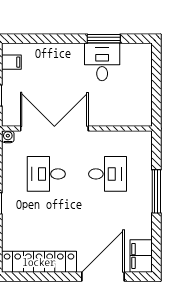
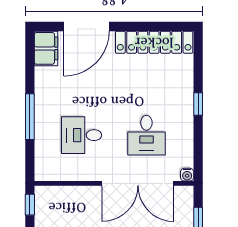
window: (156, 108) -> (30, 205), added
desk: (46, 174) -> (146, 135), turned 90

